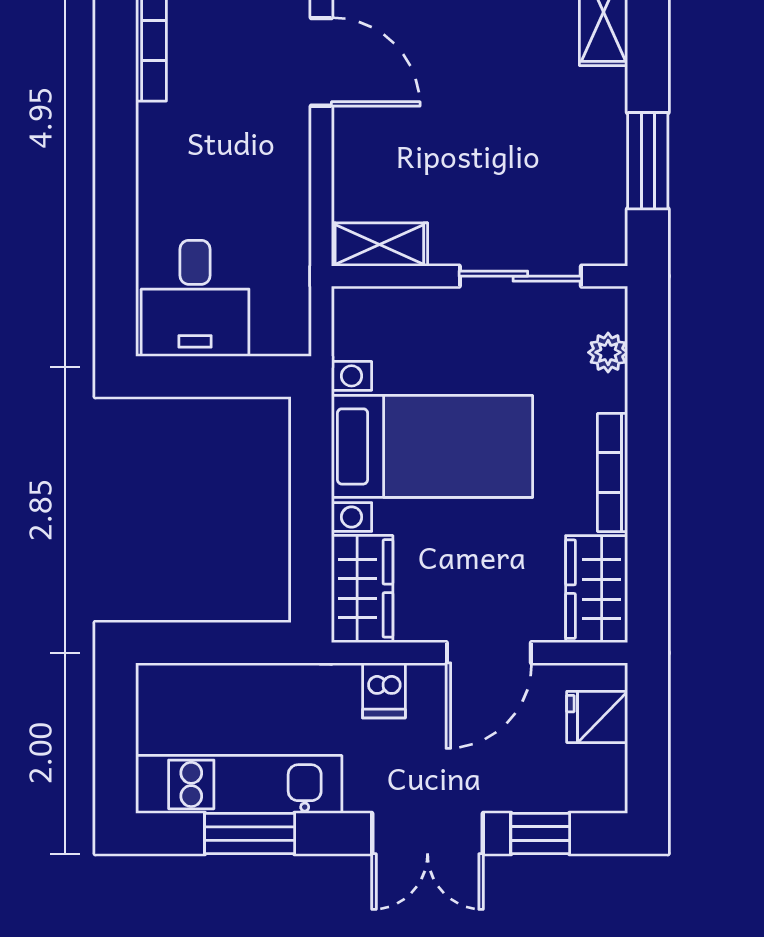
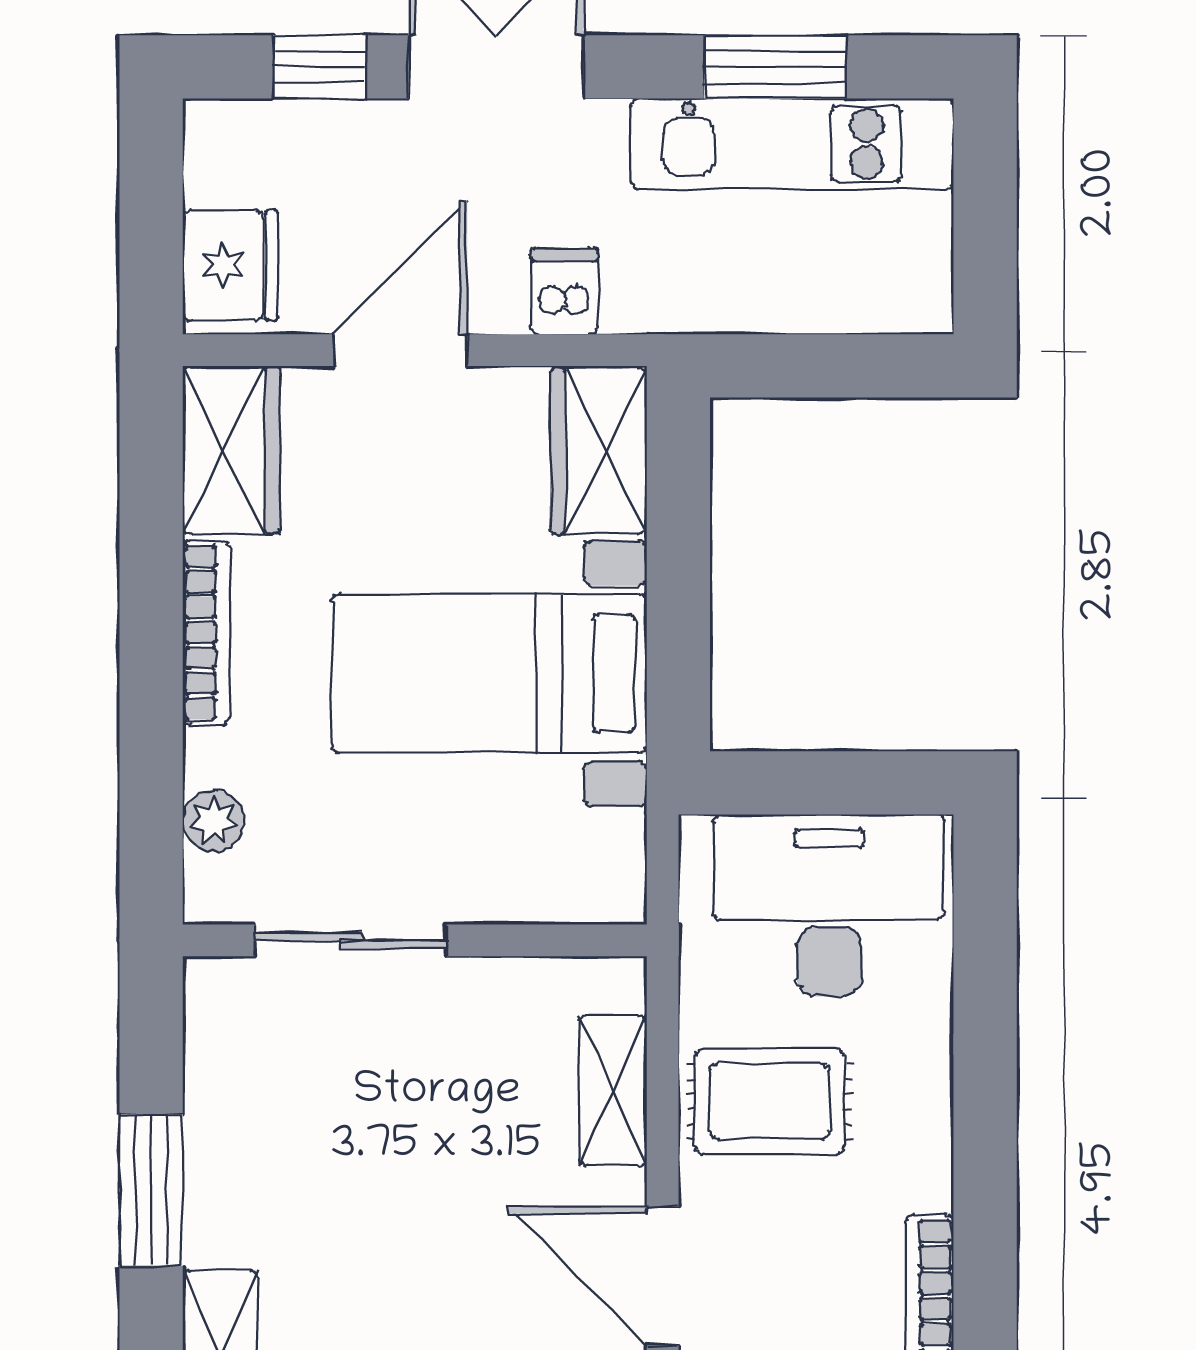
window: (648, 161) -> (151, 1190), moved
rug: (253, 173) -> (770, 1101), added
shelving: (379, 244) -> (613, 1090), moved, turned 90
desk: (195, 298) -> (829, 905), width x1.37
fridge: (597, 717) -> (230, 265), width x1.38

